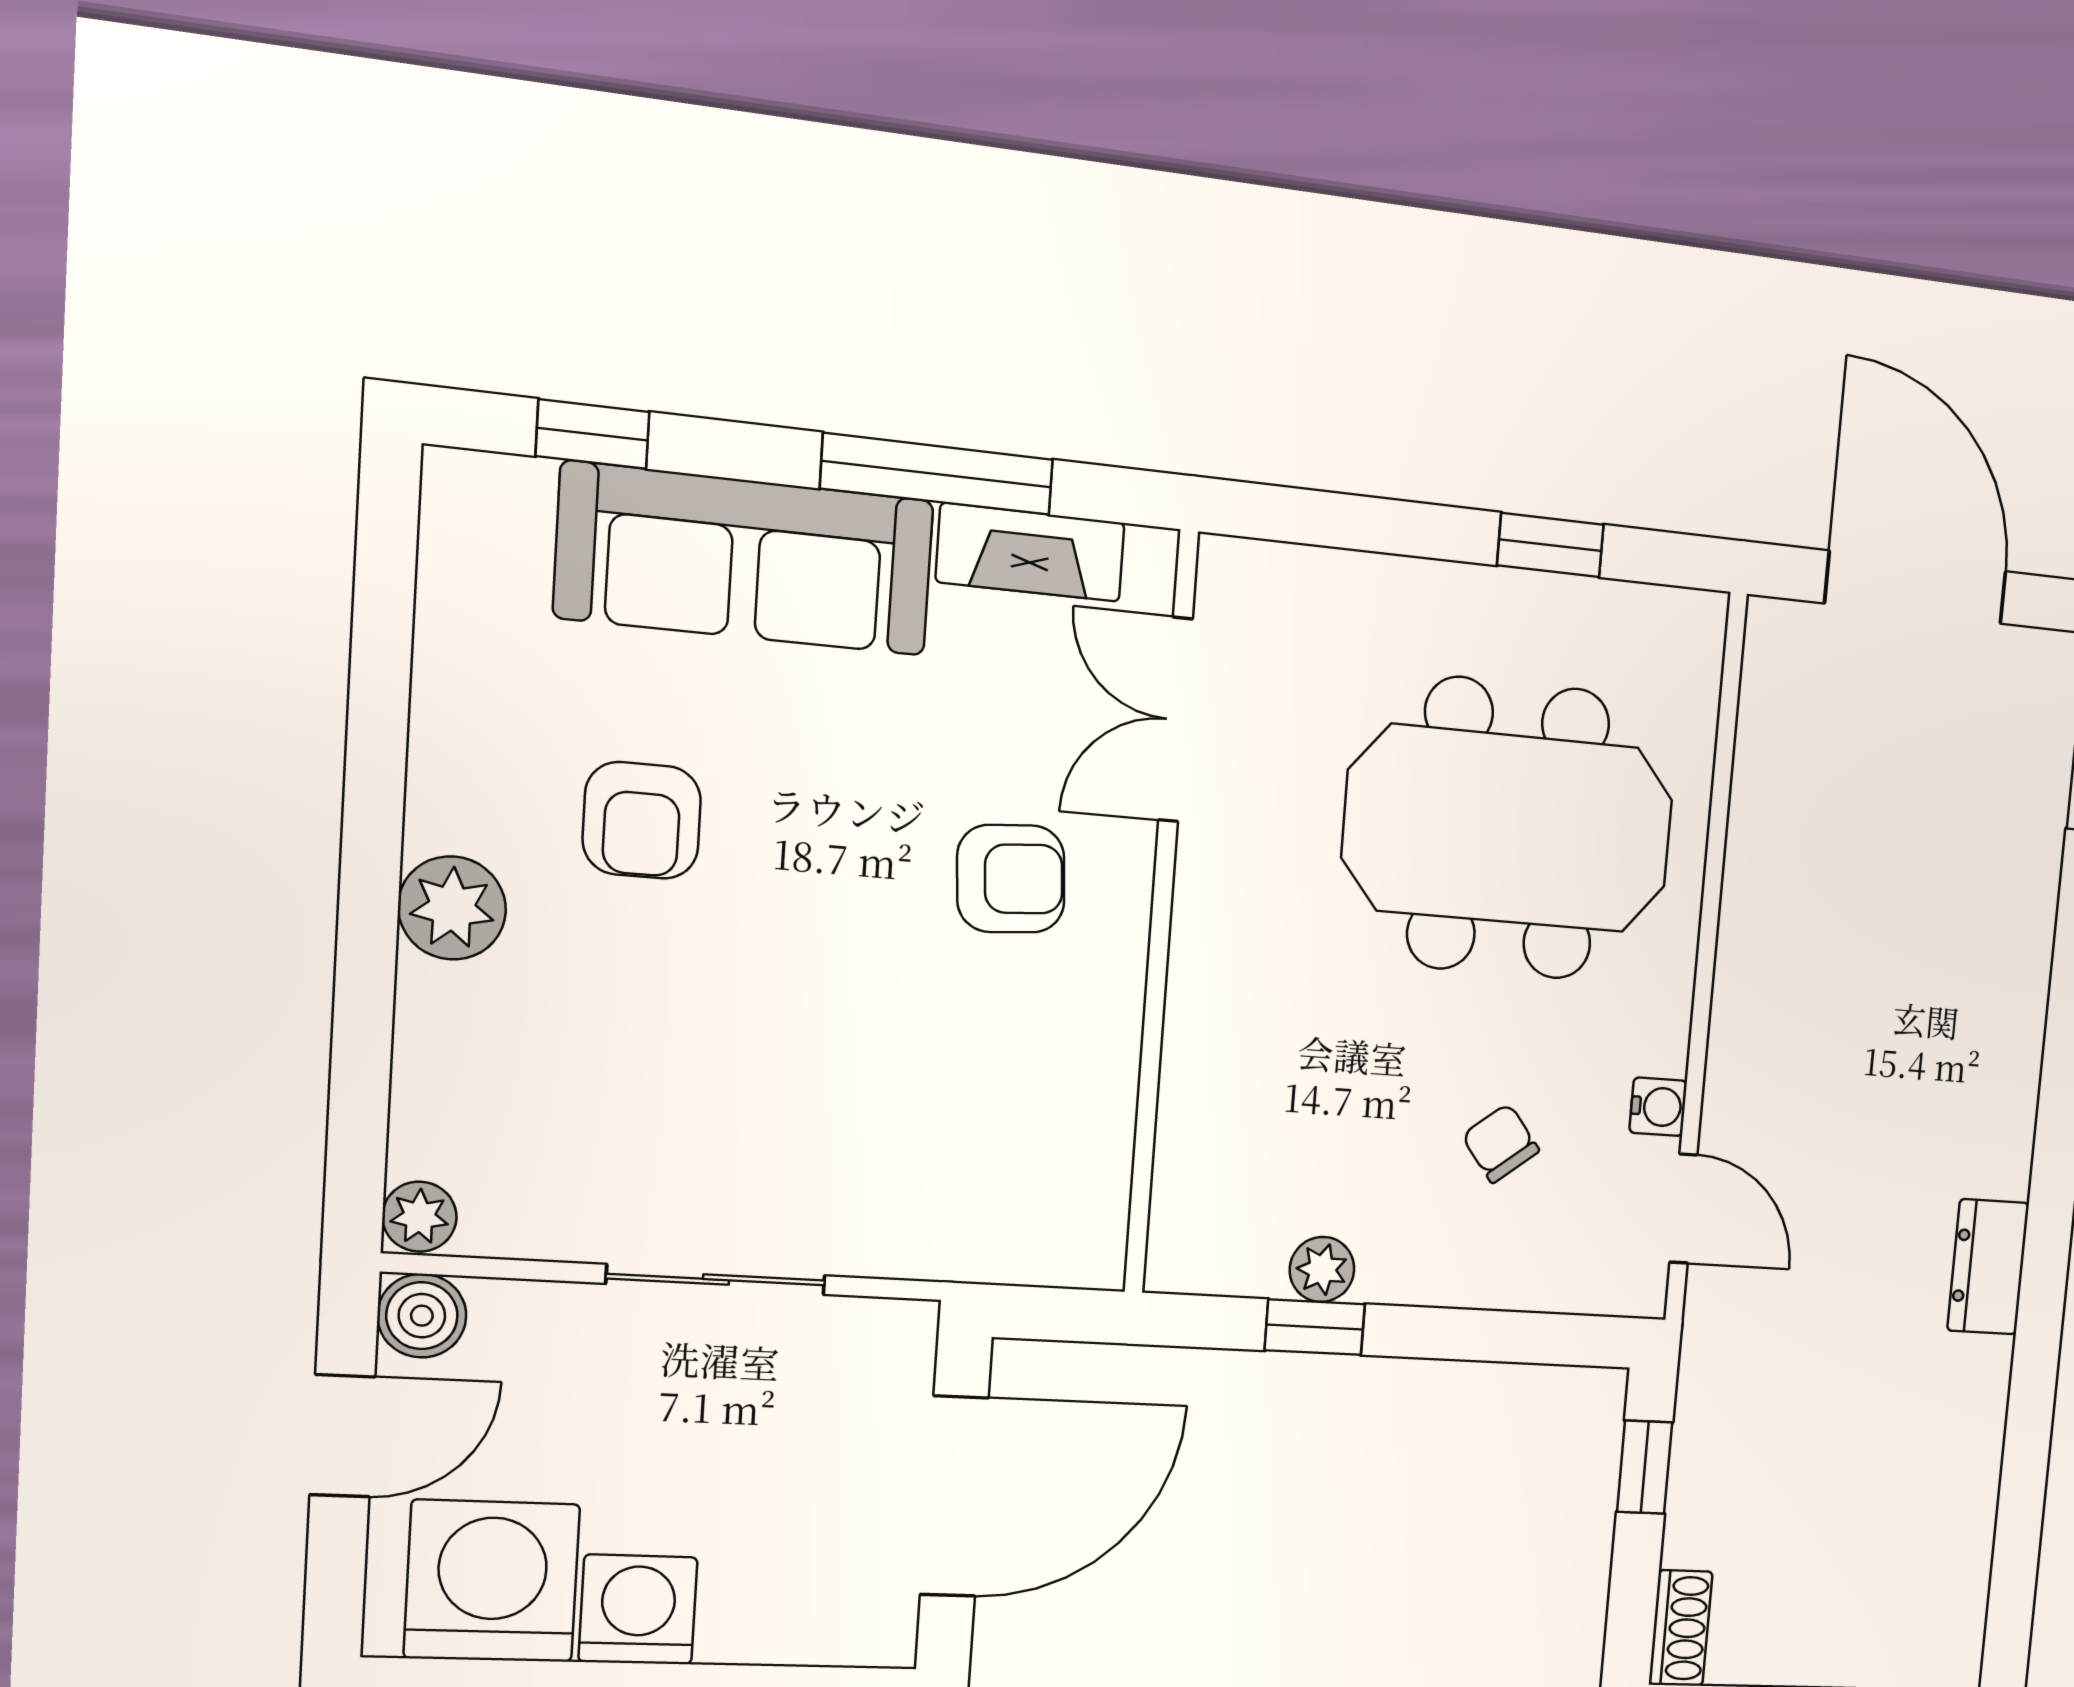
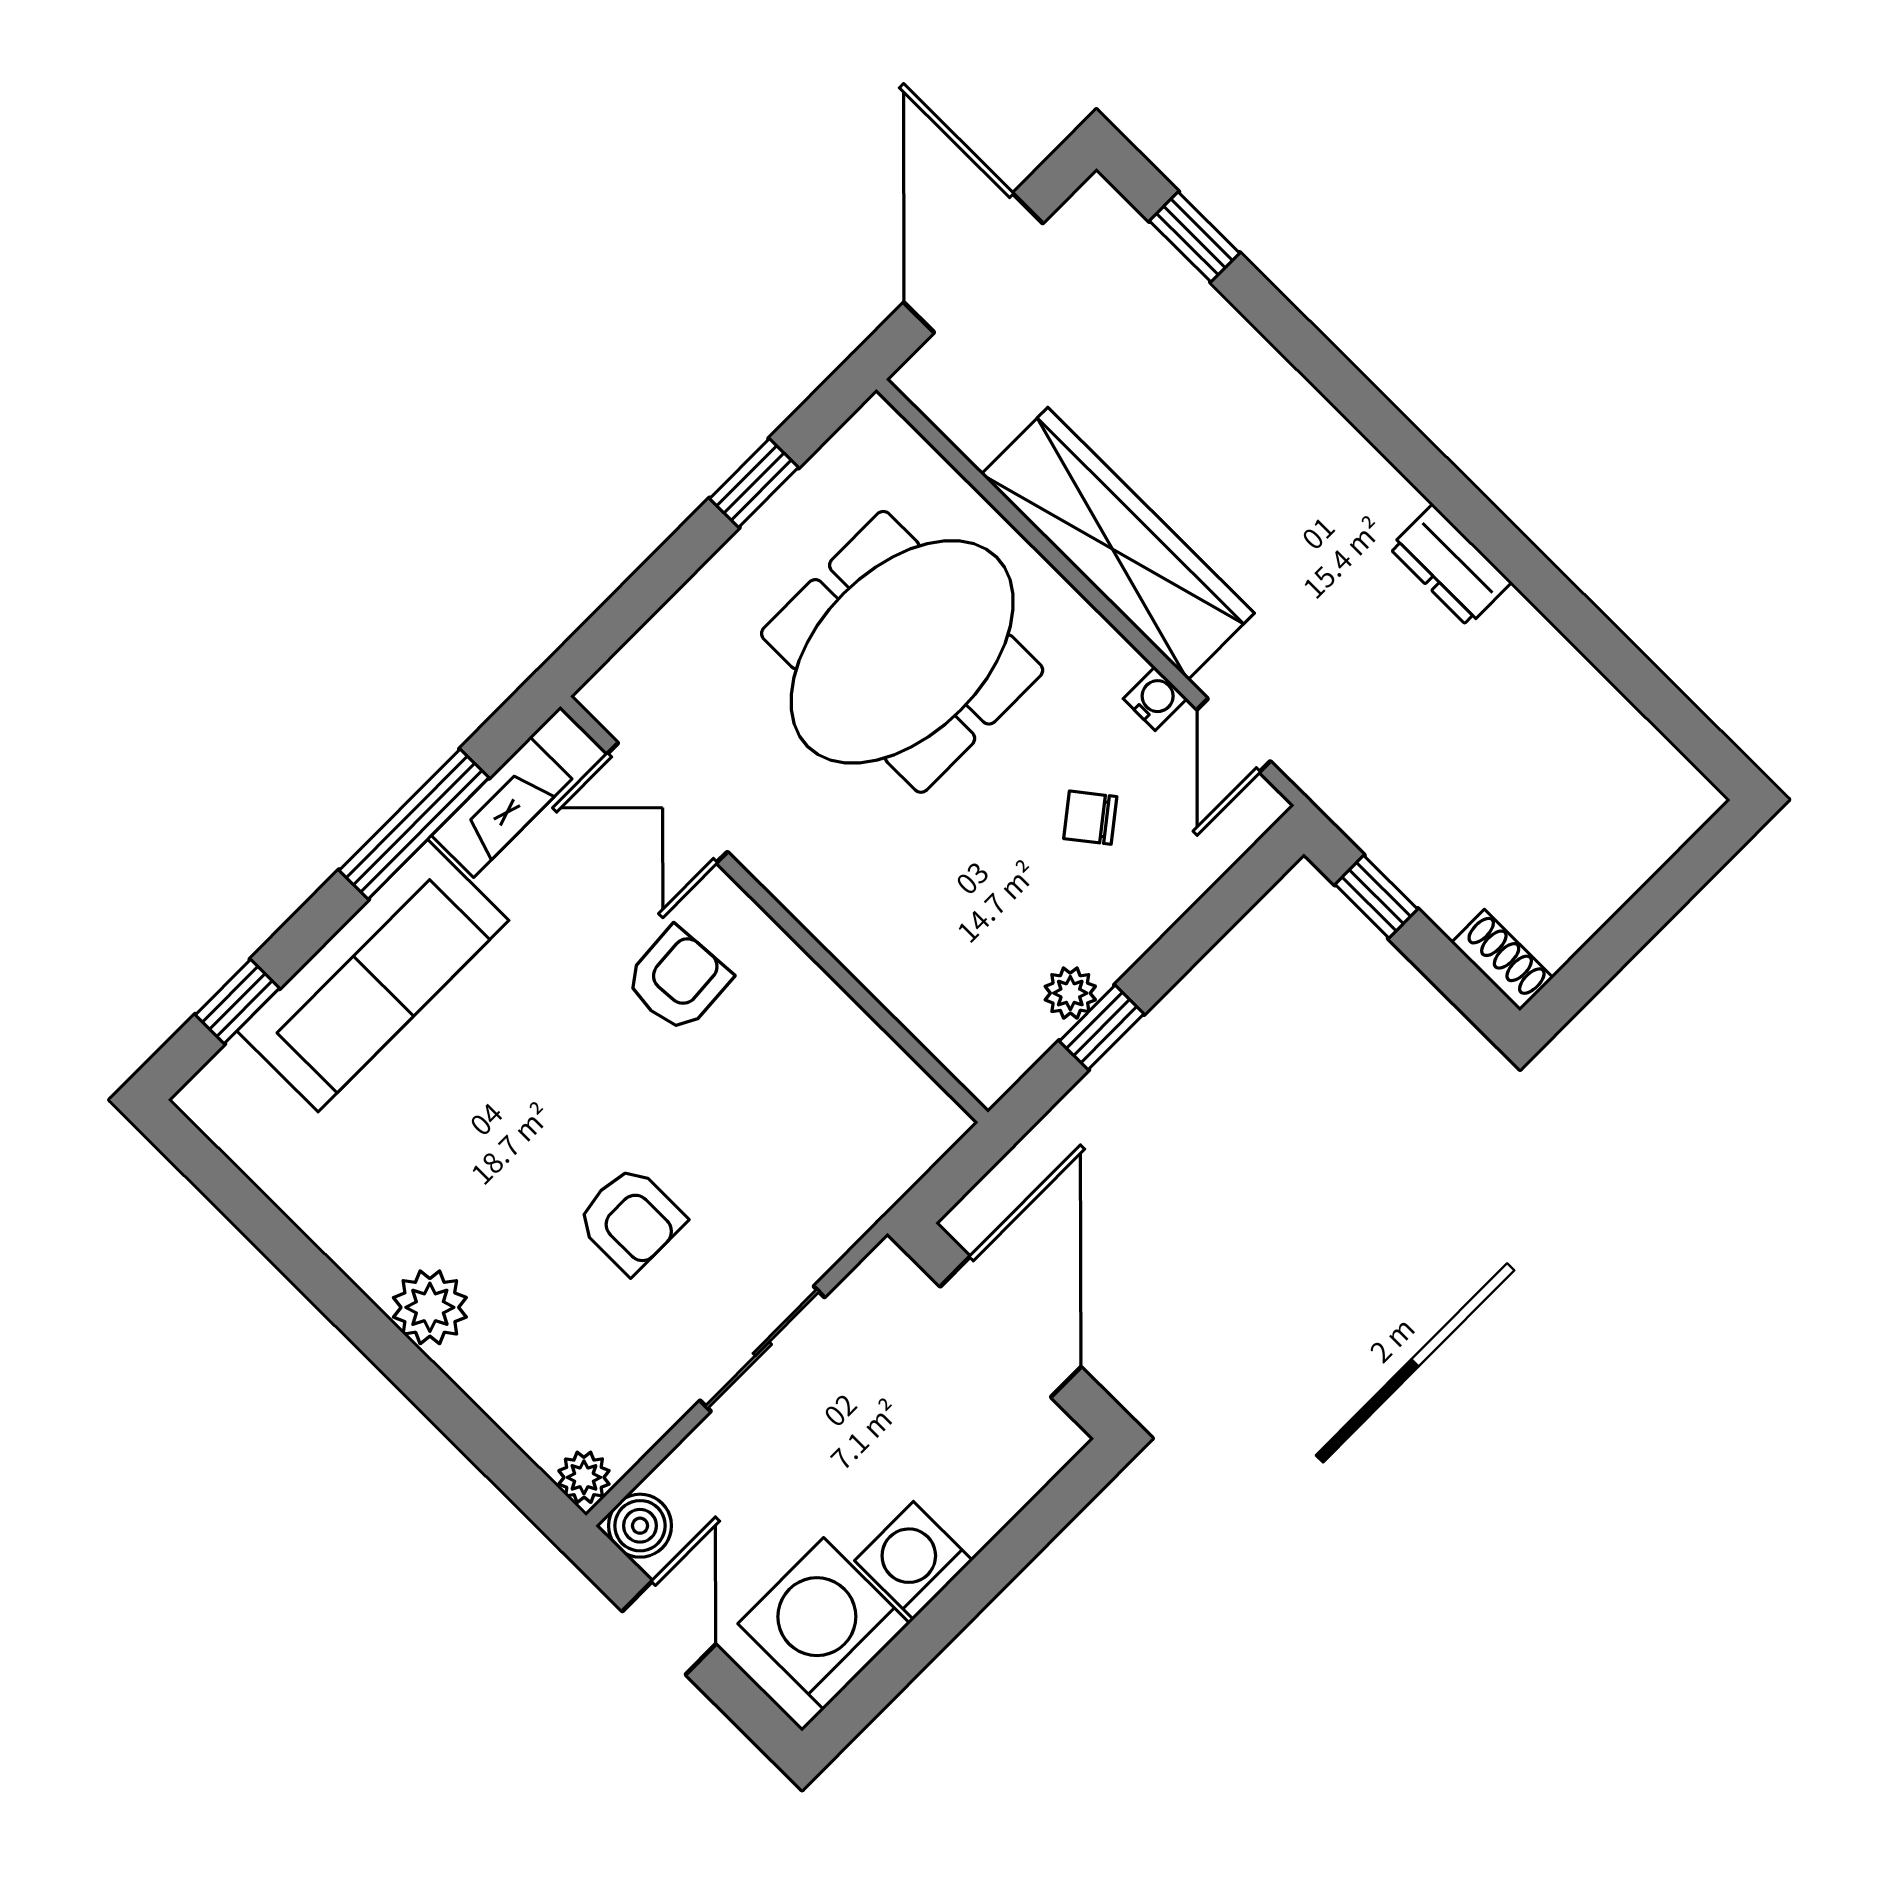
door: (1916, 587) -> (973, 263), hinge flipped
armchair: (642, 820) -> (631, 1220), moved
wardrobe: (1770, 948) -> (1118, 544), added
door: (1683, 1208) -> (1234, 735), swing flipped

